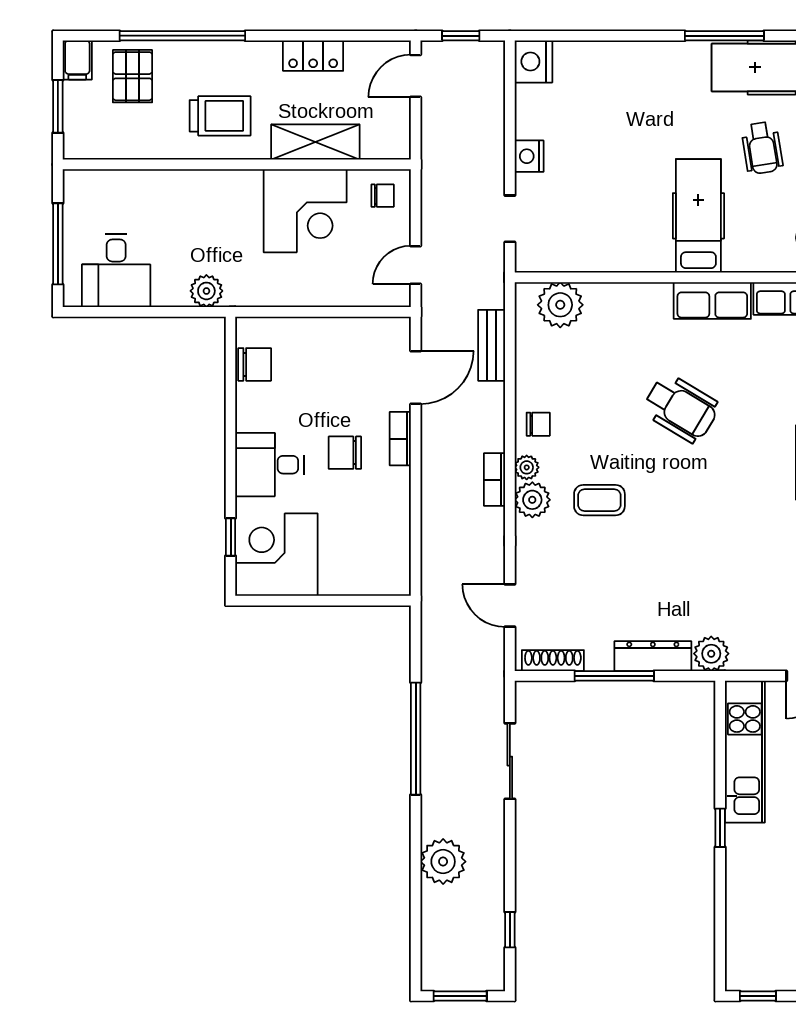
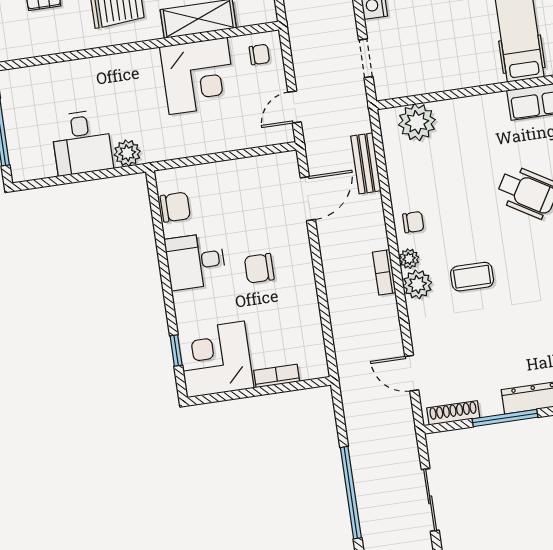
desk: (116, 270) -> (82, 143), moved
bookcase: (400, 439) -> (277, 376), moved, turned 90
desk: (269, 465) -> (195, 261), moved

